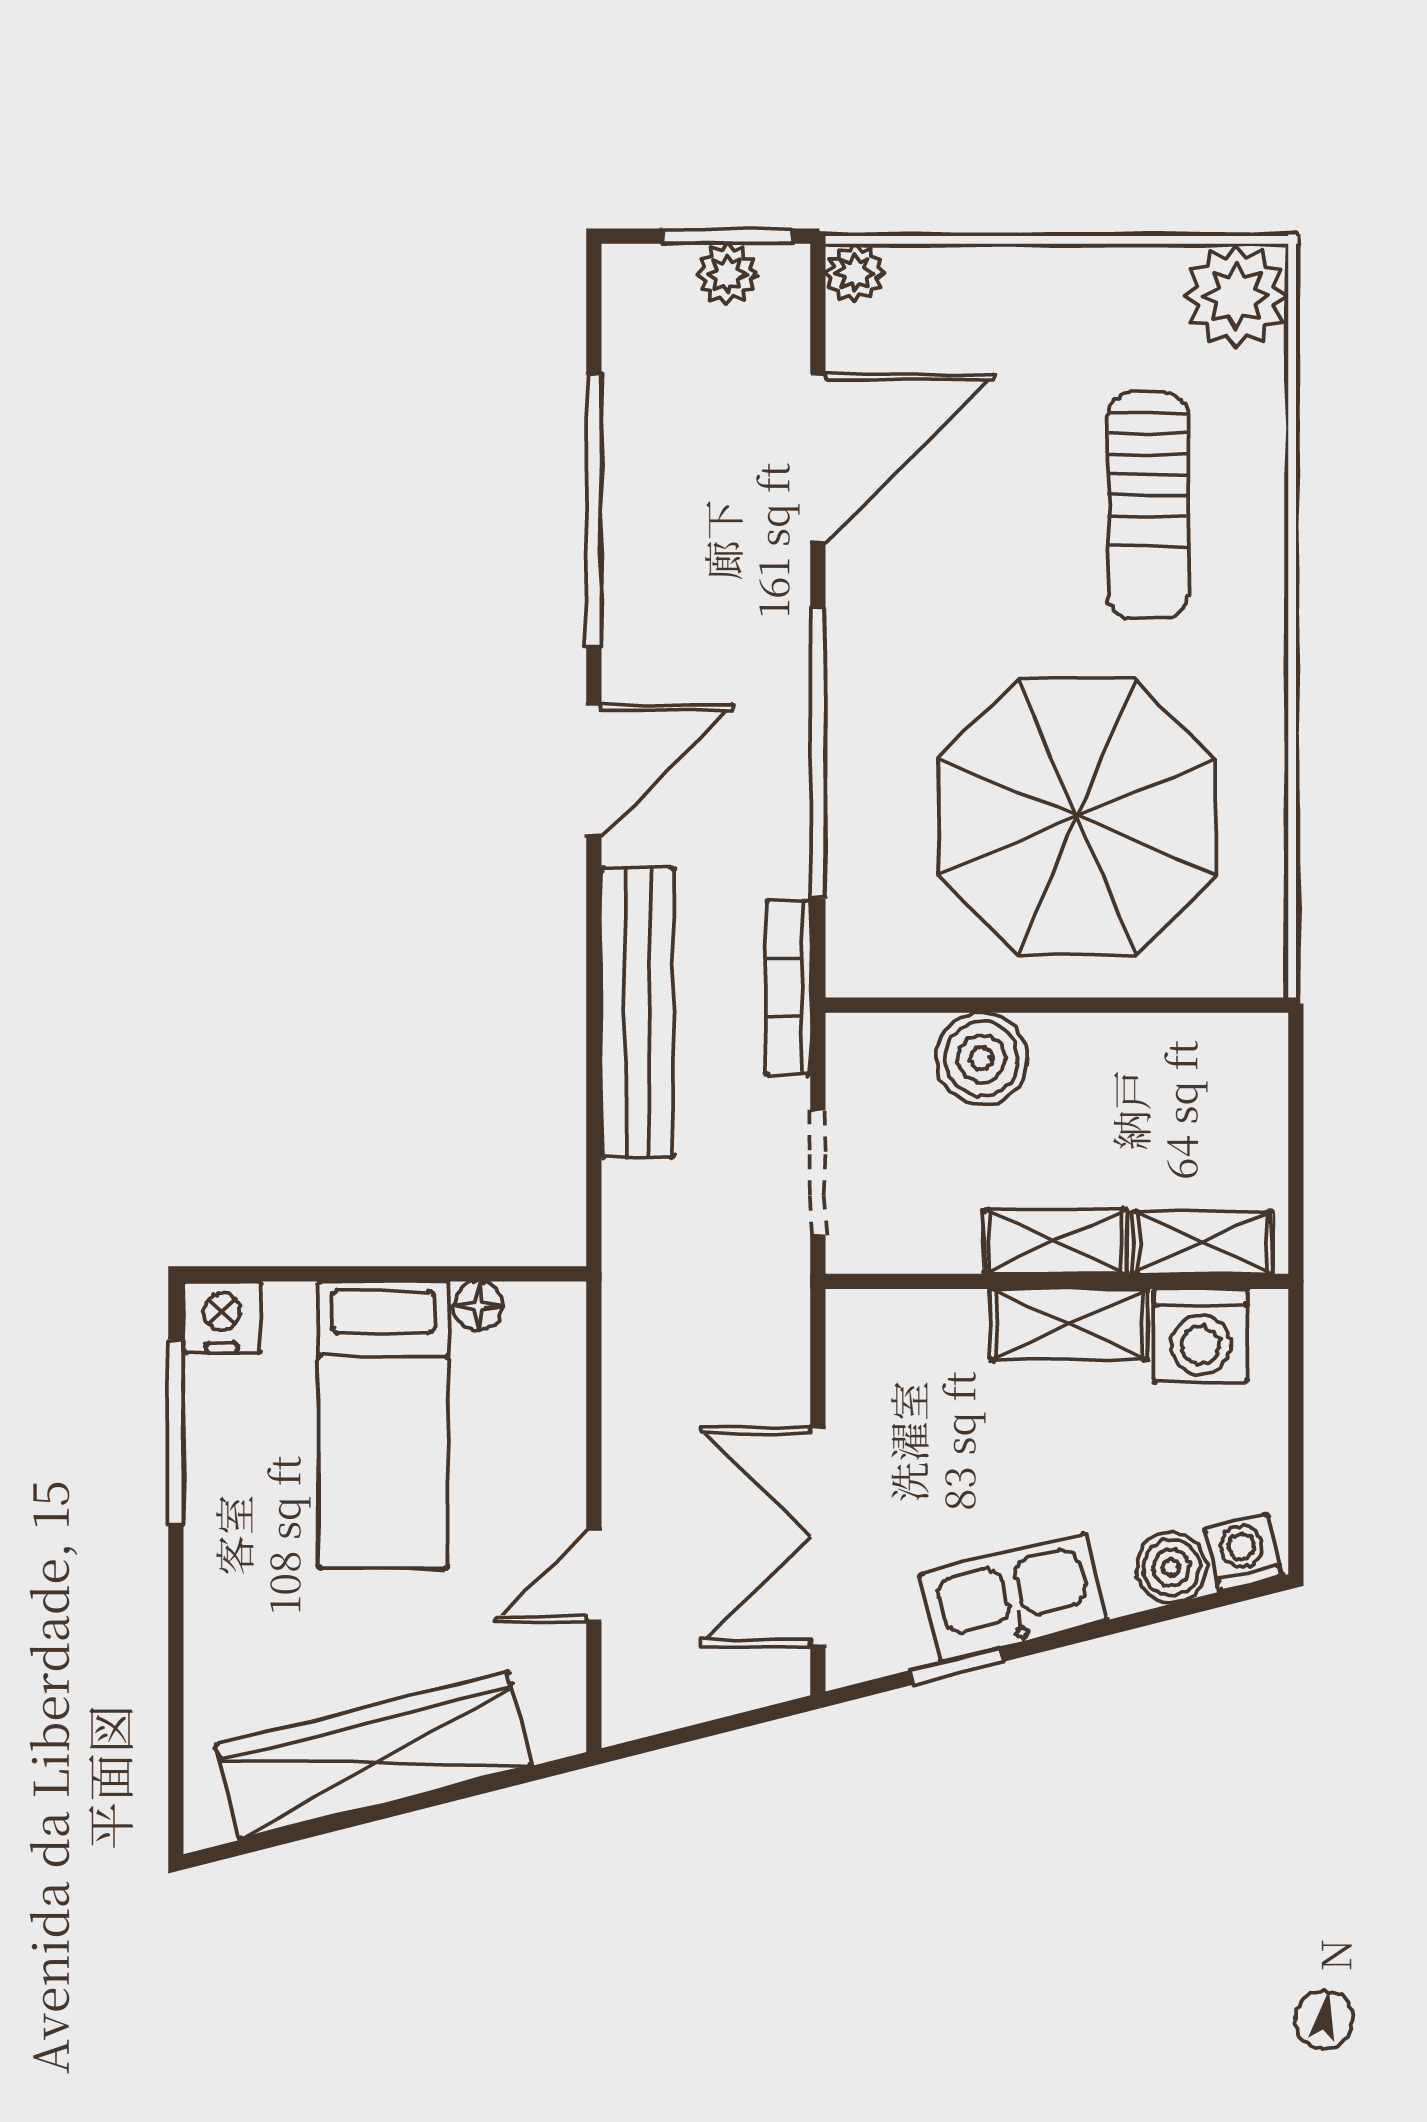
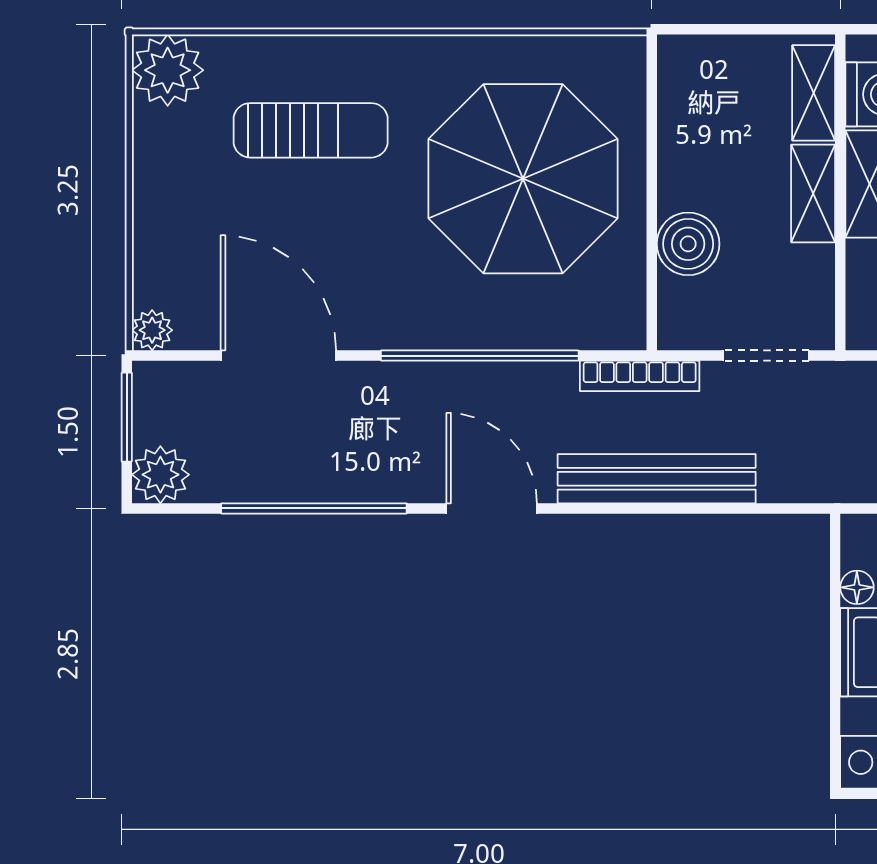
plant: (727, 274) -> (160, 475), moved, width x1.38, depth x1.38

